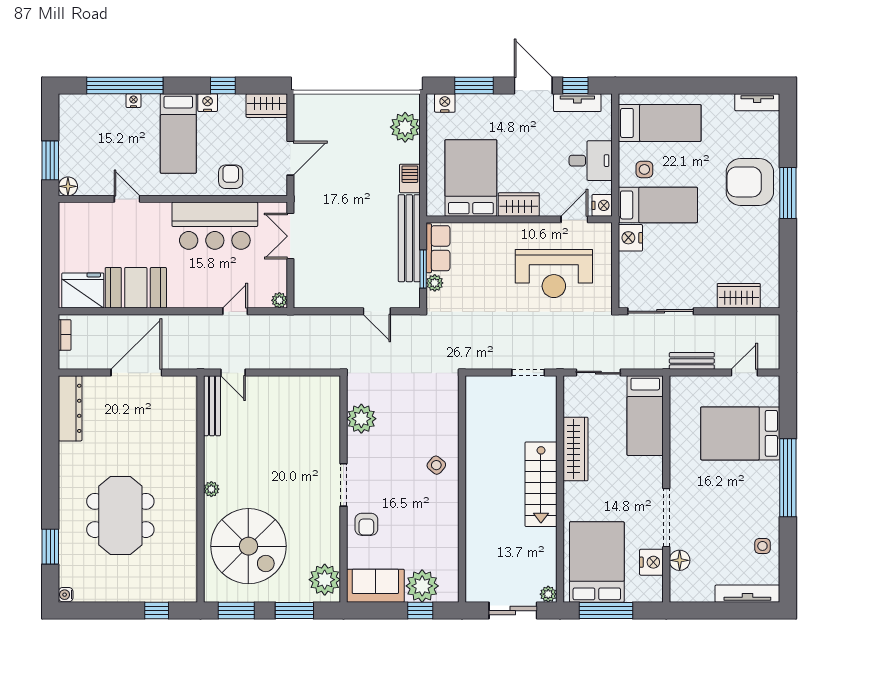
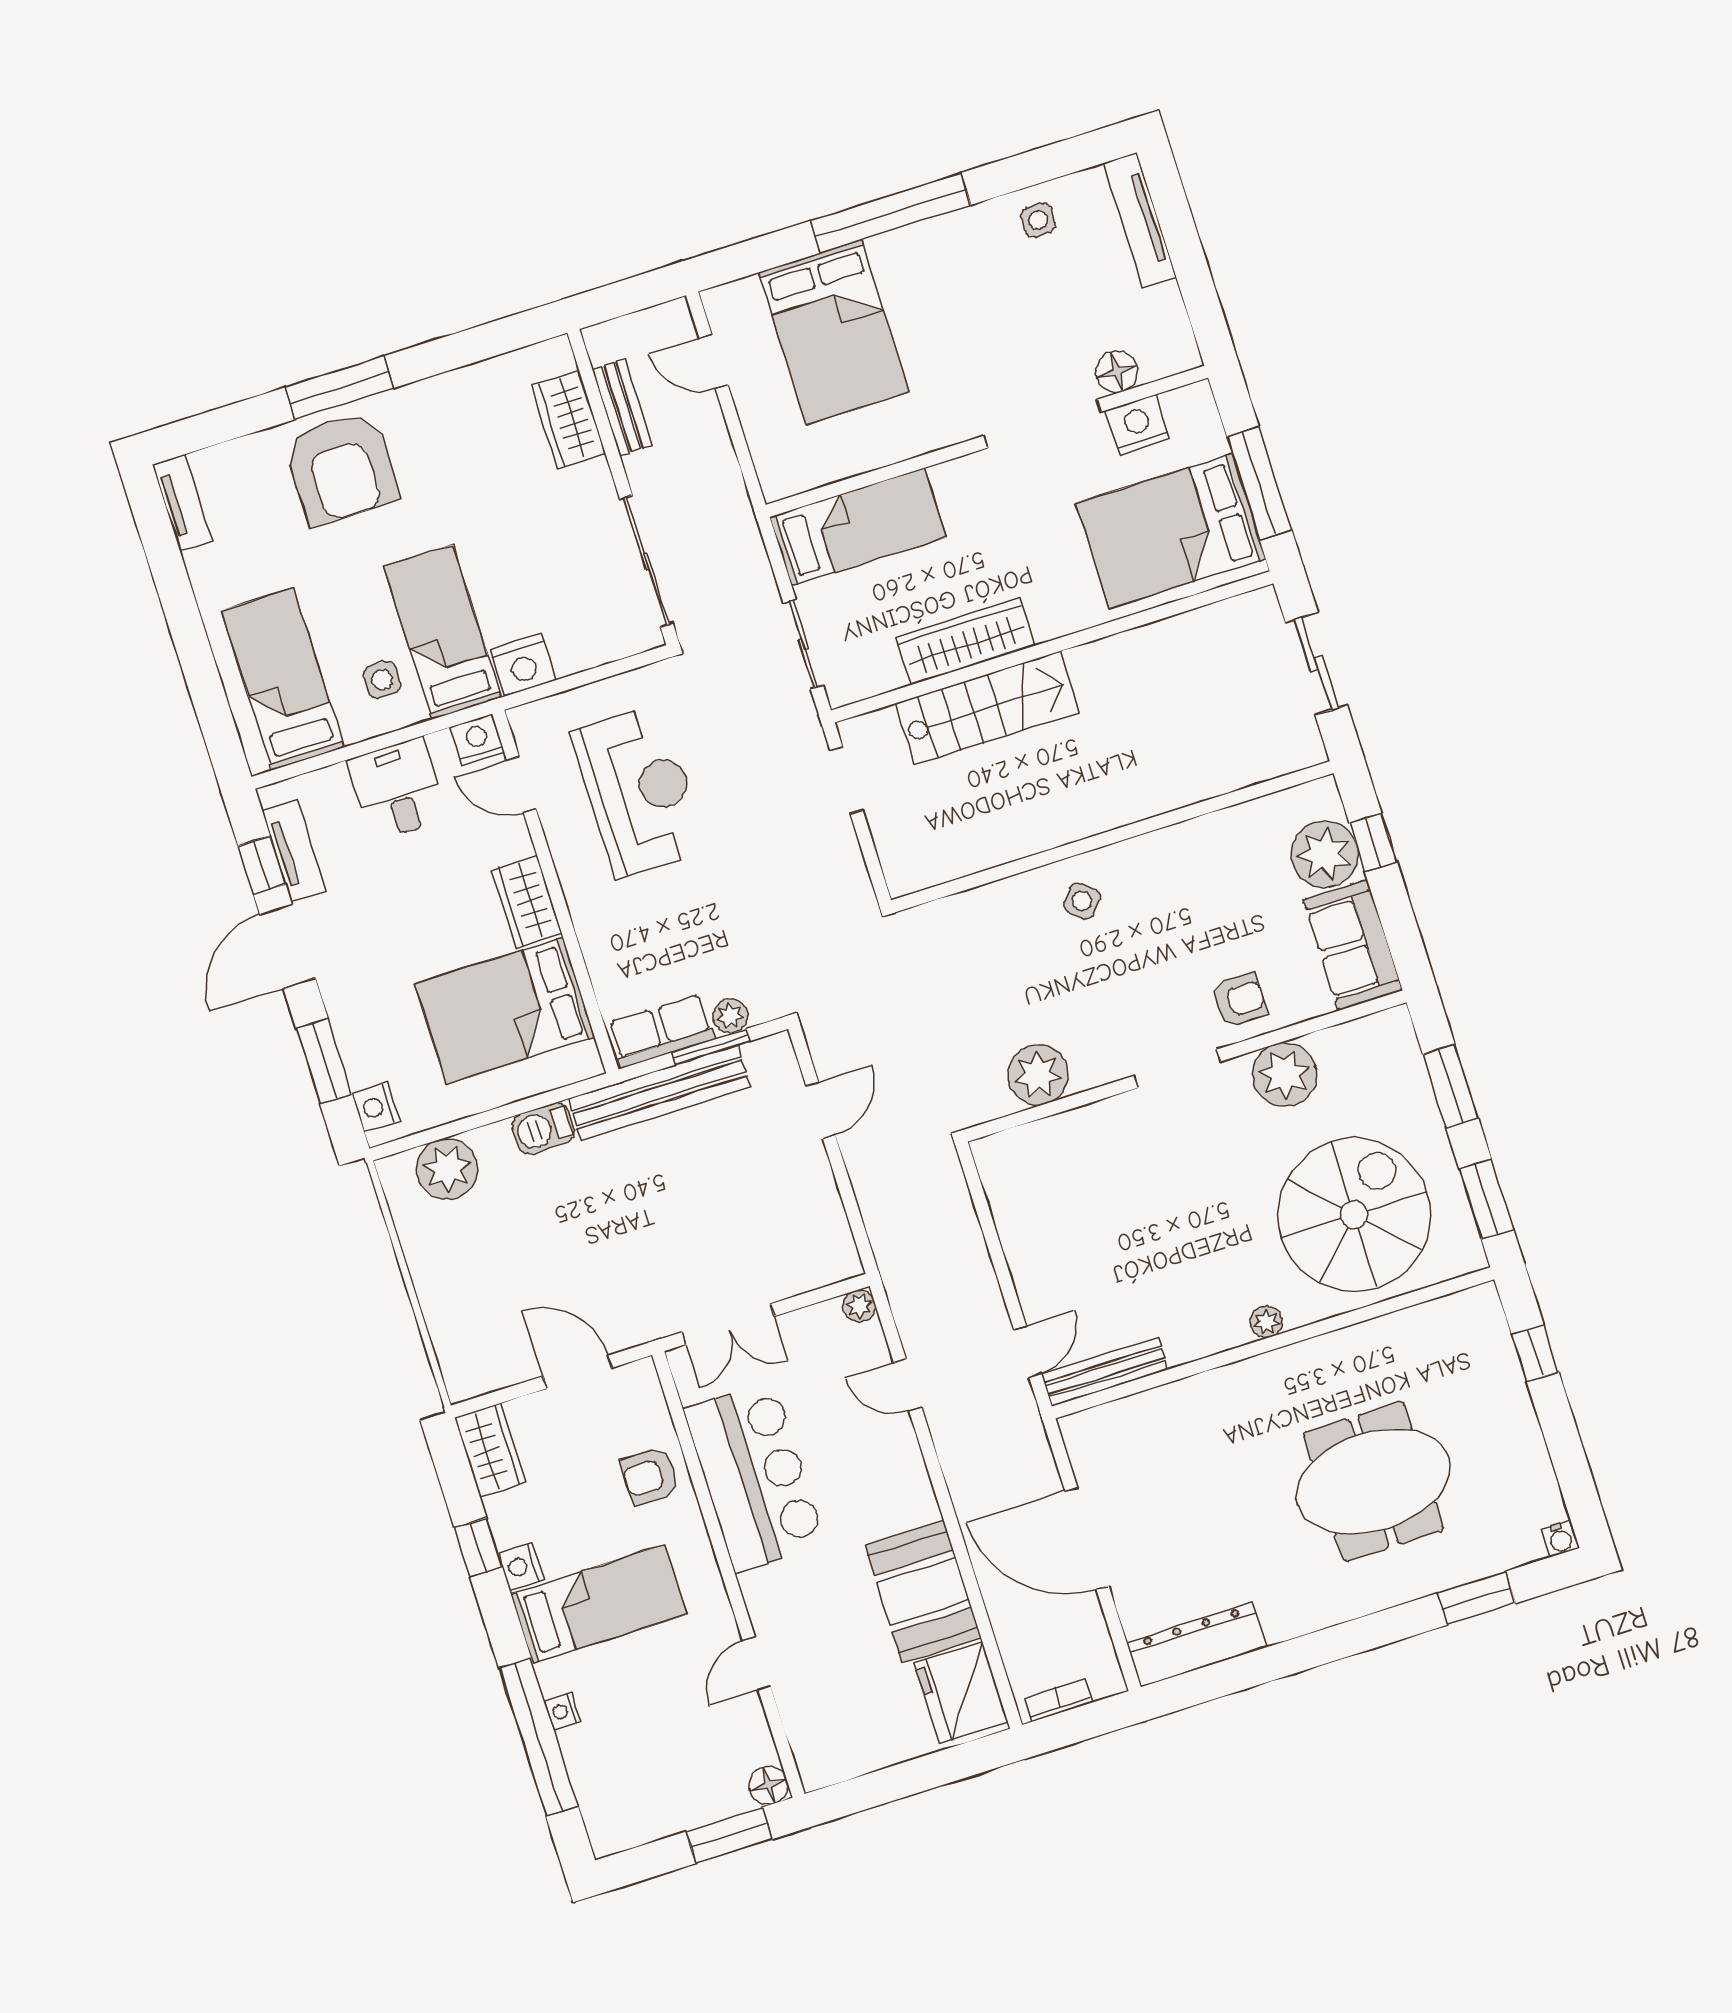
bench: (692, 361) -> (622, 407), moved
stairs: (541, 484) -> (987, 708), moved
plant: (325, 580) -> (1285, 1075), moved
plant: (548, 594) -> (1263, 605), removed

